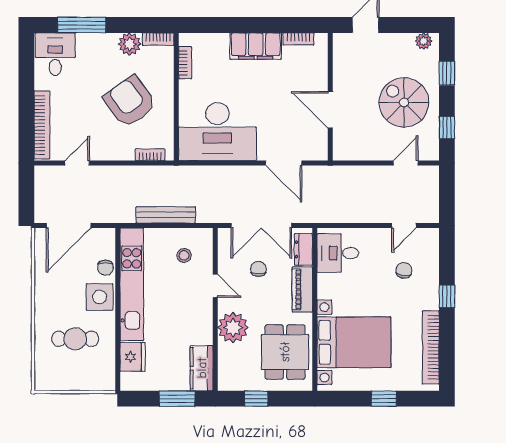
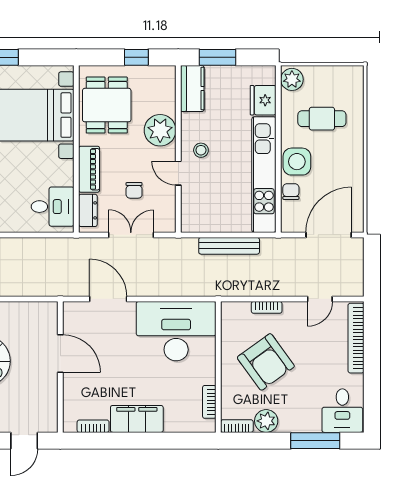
bookcase: (150, 155) -> (267, 307), moved
double door: (261, 225) -> (131, 235), width x0.73
stool: (184, 255) -> (201, 150), moved
plant: (104, 377) -> (292, 79), added

